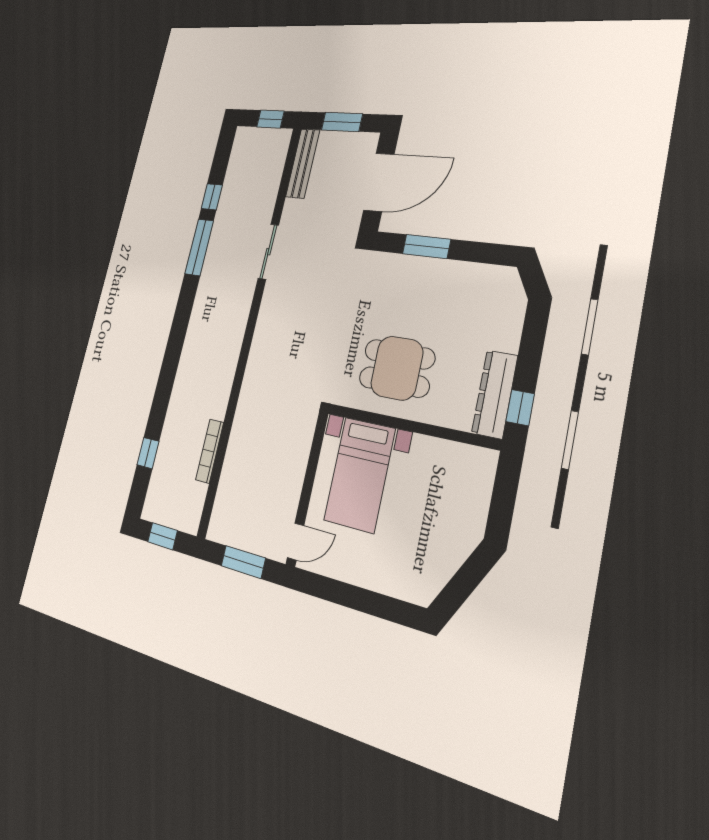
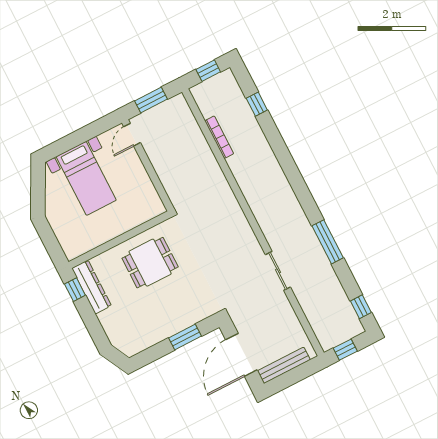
window: (342, 122) -> (294, 376), removed
bench: (303, 163) -> (284, 365), moved, turned 90
window: (212, 197) -> (361, 307), moved
bed with nightstands: (360, 474) -> (86, 178), moved, turned 180

